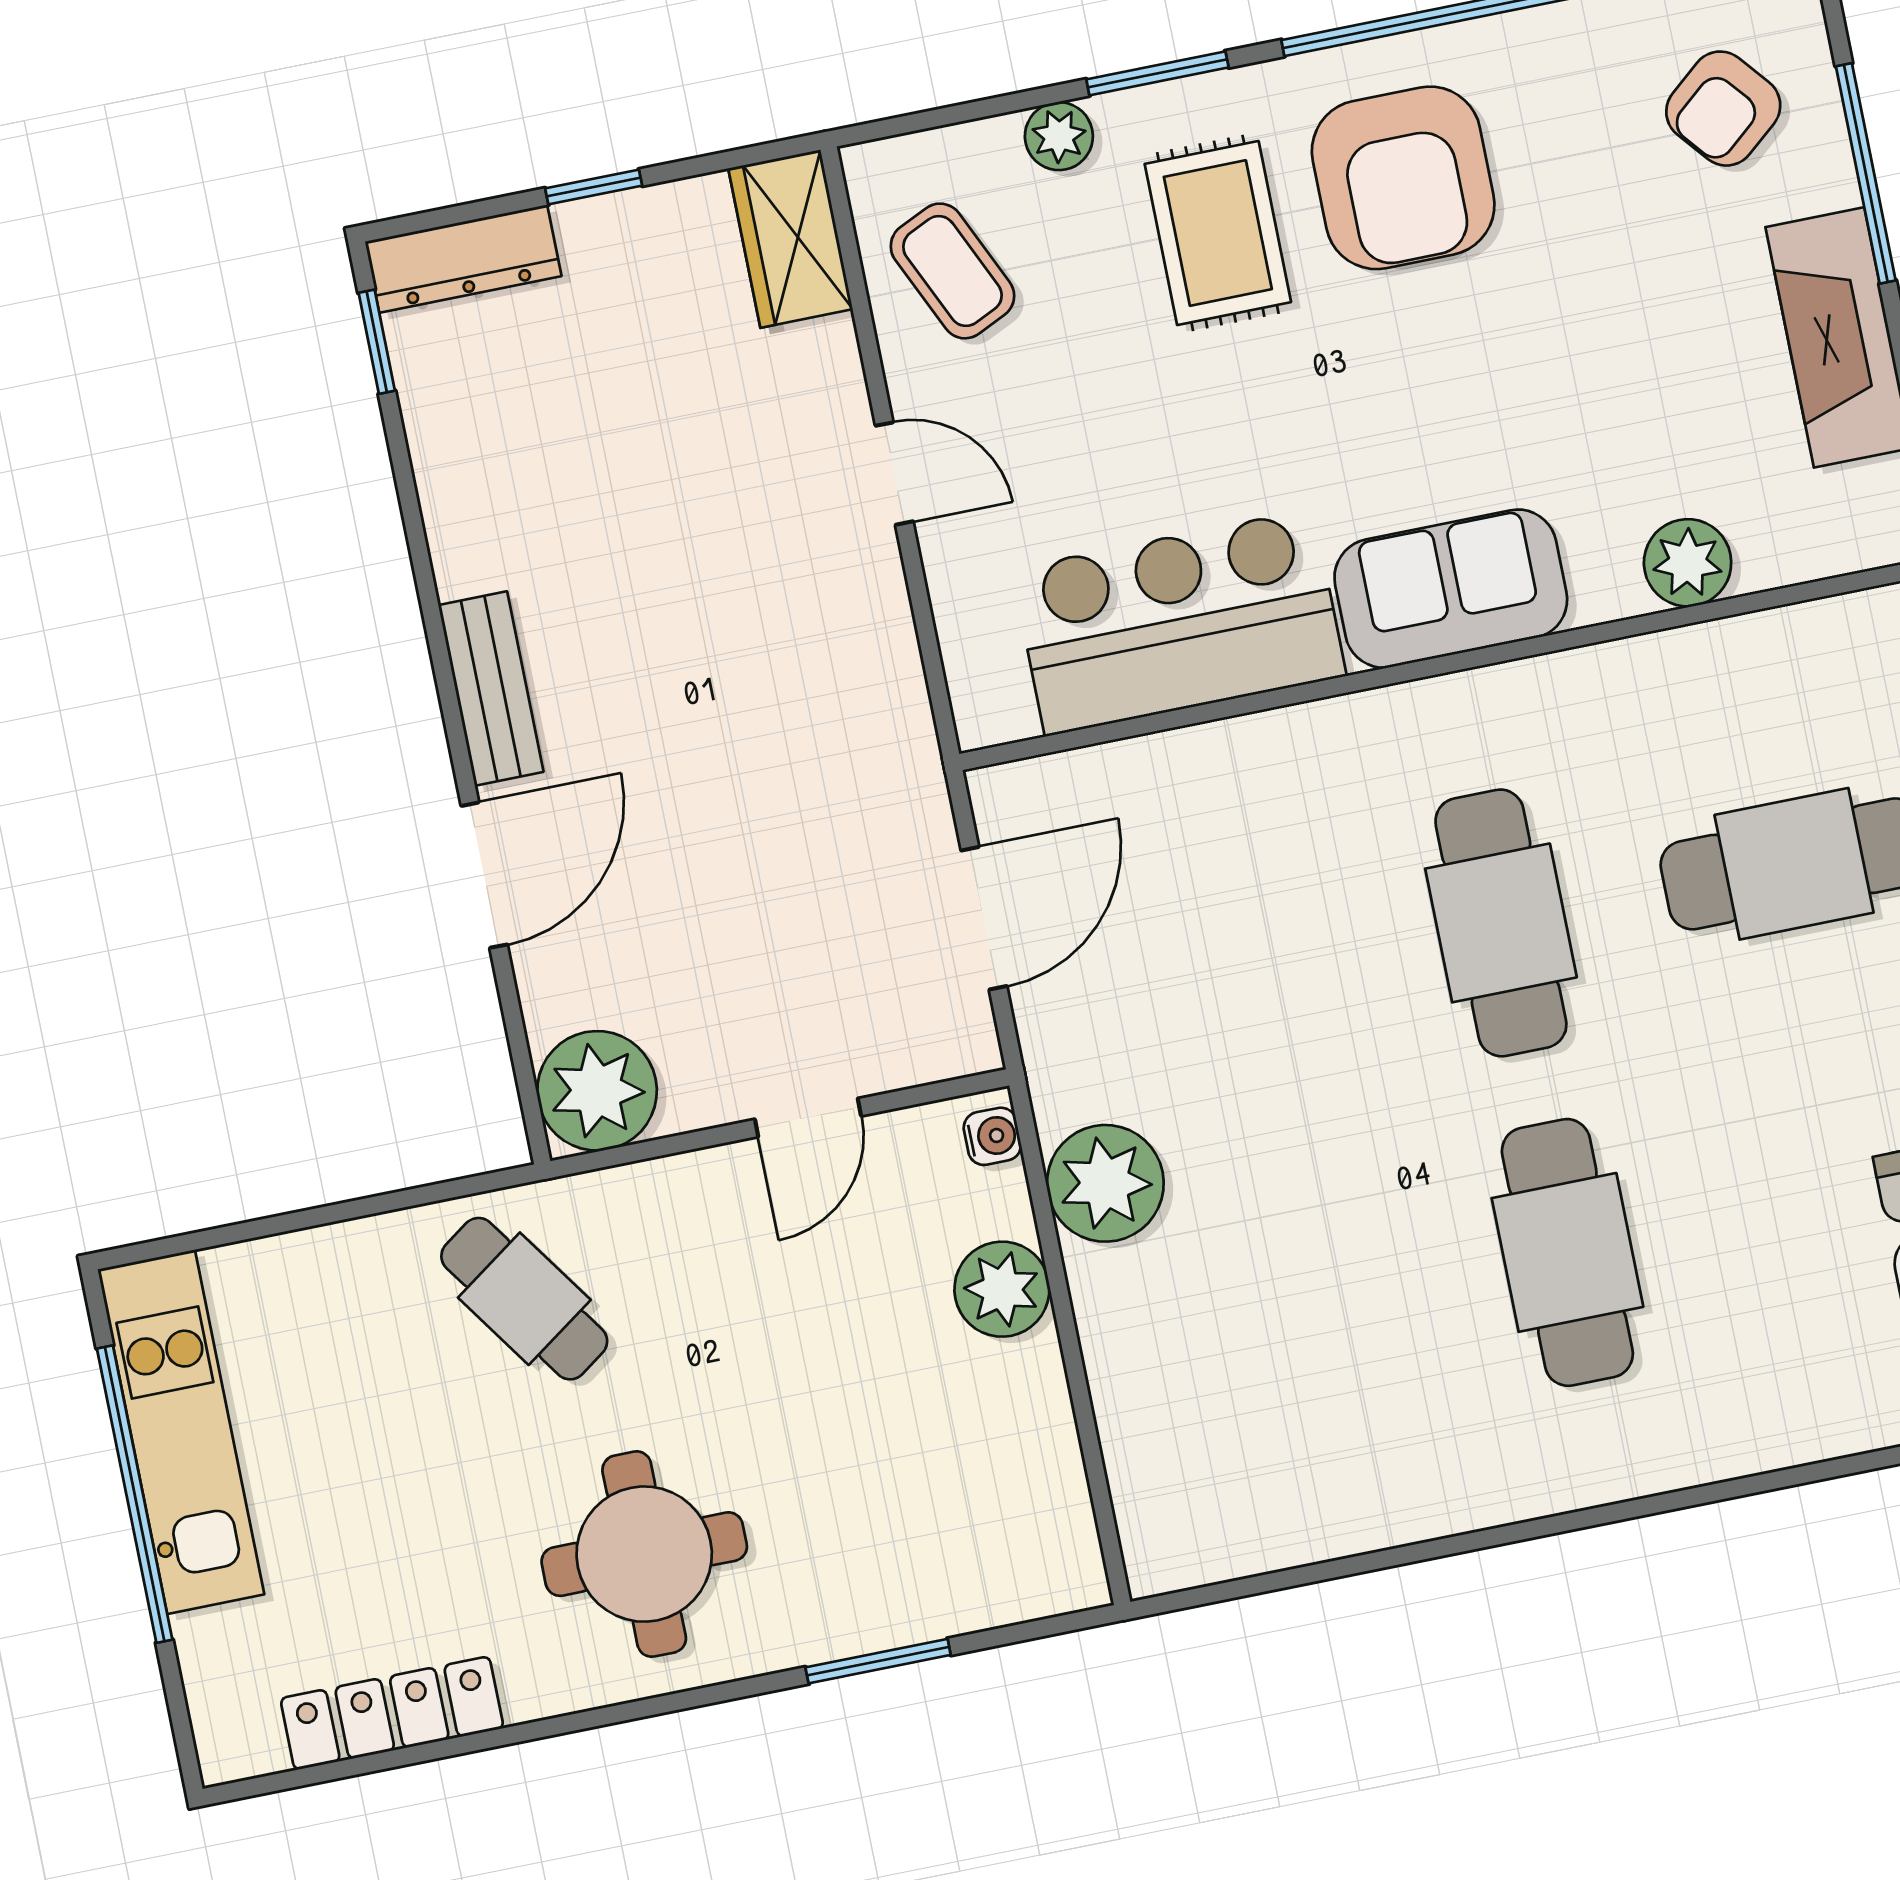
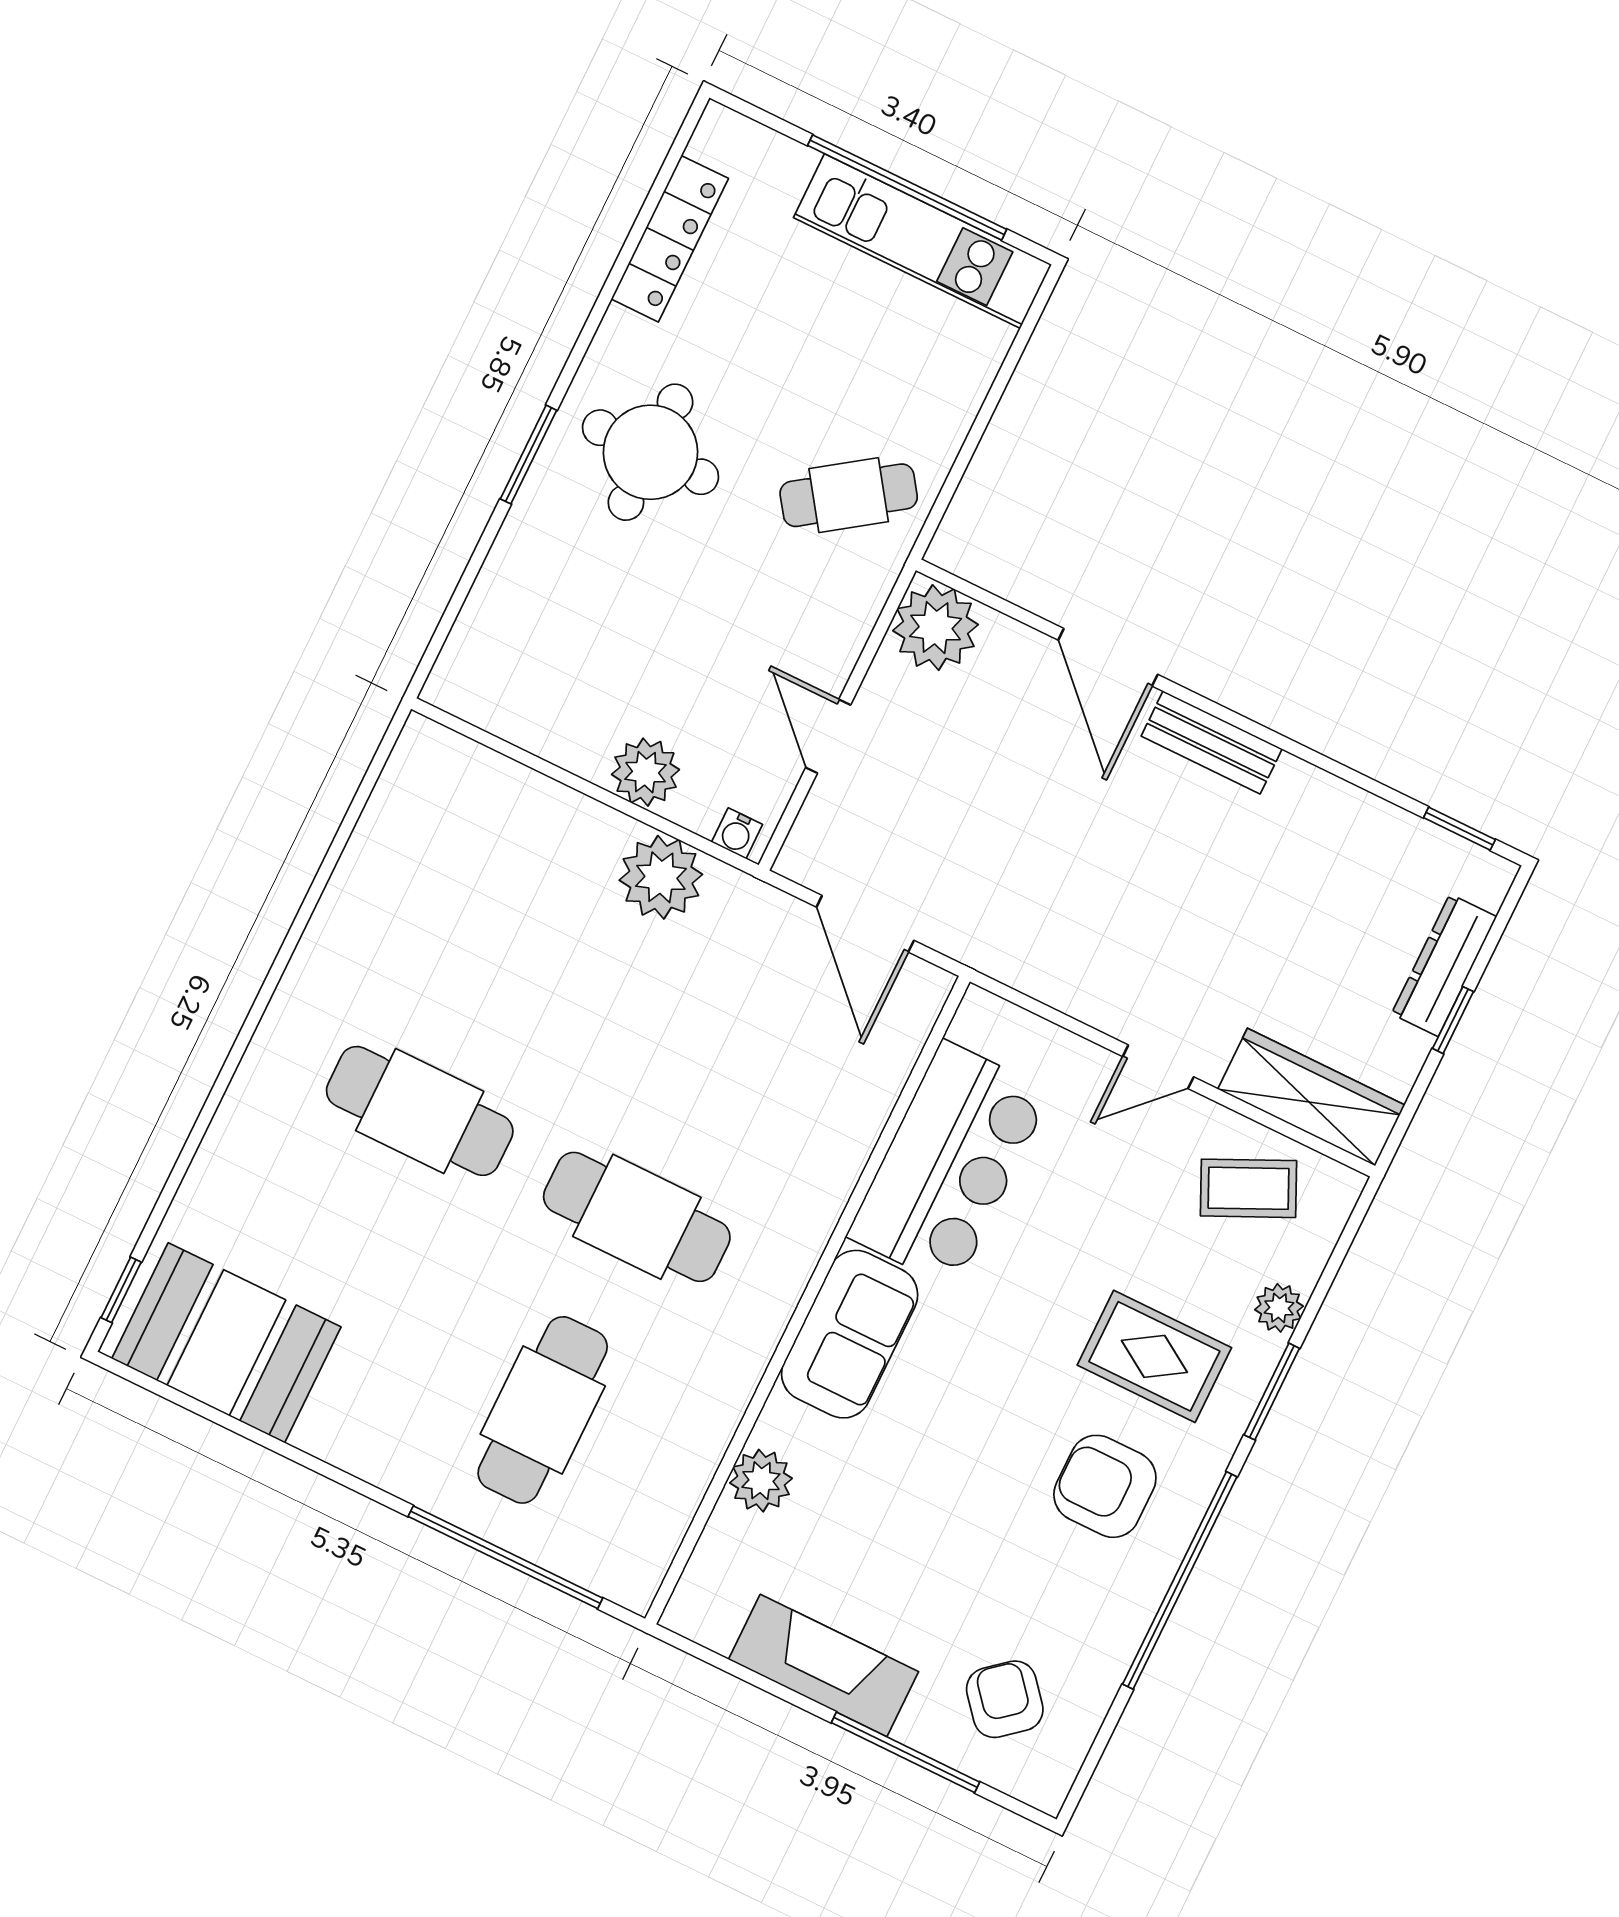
armchair: (1403, 178) -> (1105, 1486), width x0.73, depth x0.73
wardrobe: (790, 239) -> (1311, 1097), width x1.50
dresser: (463, 259) -> (1444, 965), moved
window: (878, 1661) -> (528, 455), moved

